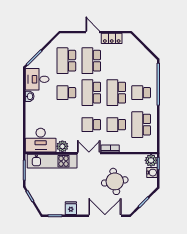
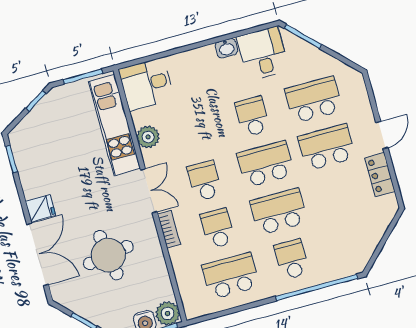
desk: (41, 140) -> (146, 84), width x0.73
fridge: (71, 208) -> (41, 208), moved

